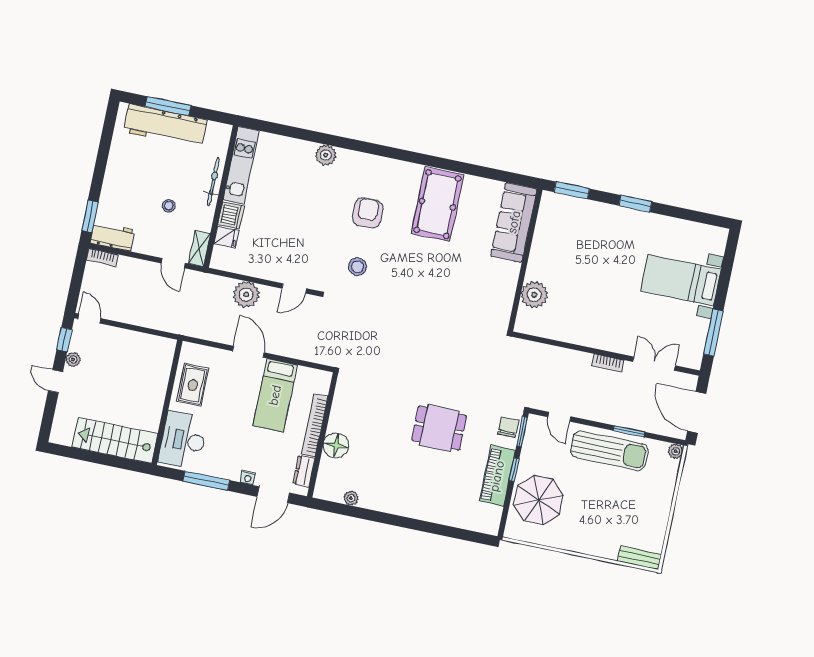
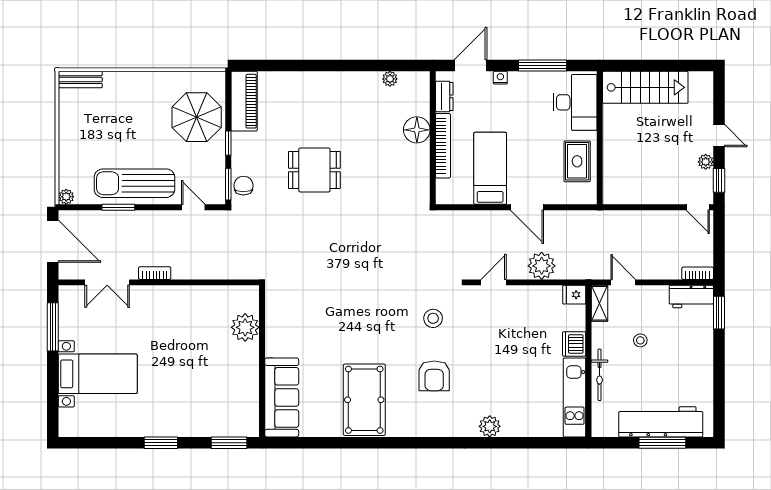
fridge: (226, 237) -> (574, 295), moved
chair: (508, 427) -> (243, 186), turned 180
piano: (497, 476) -> (244, 101), moved

